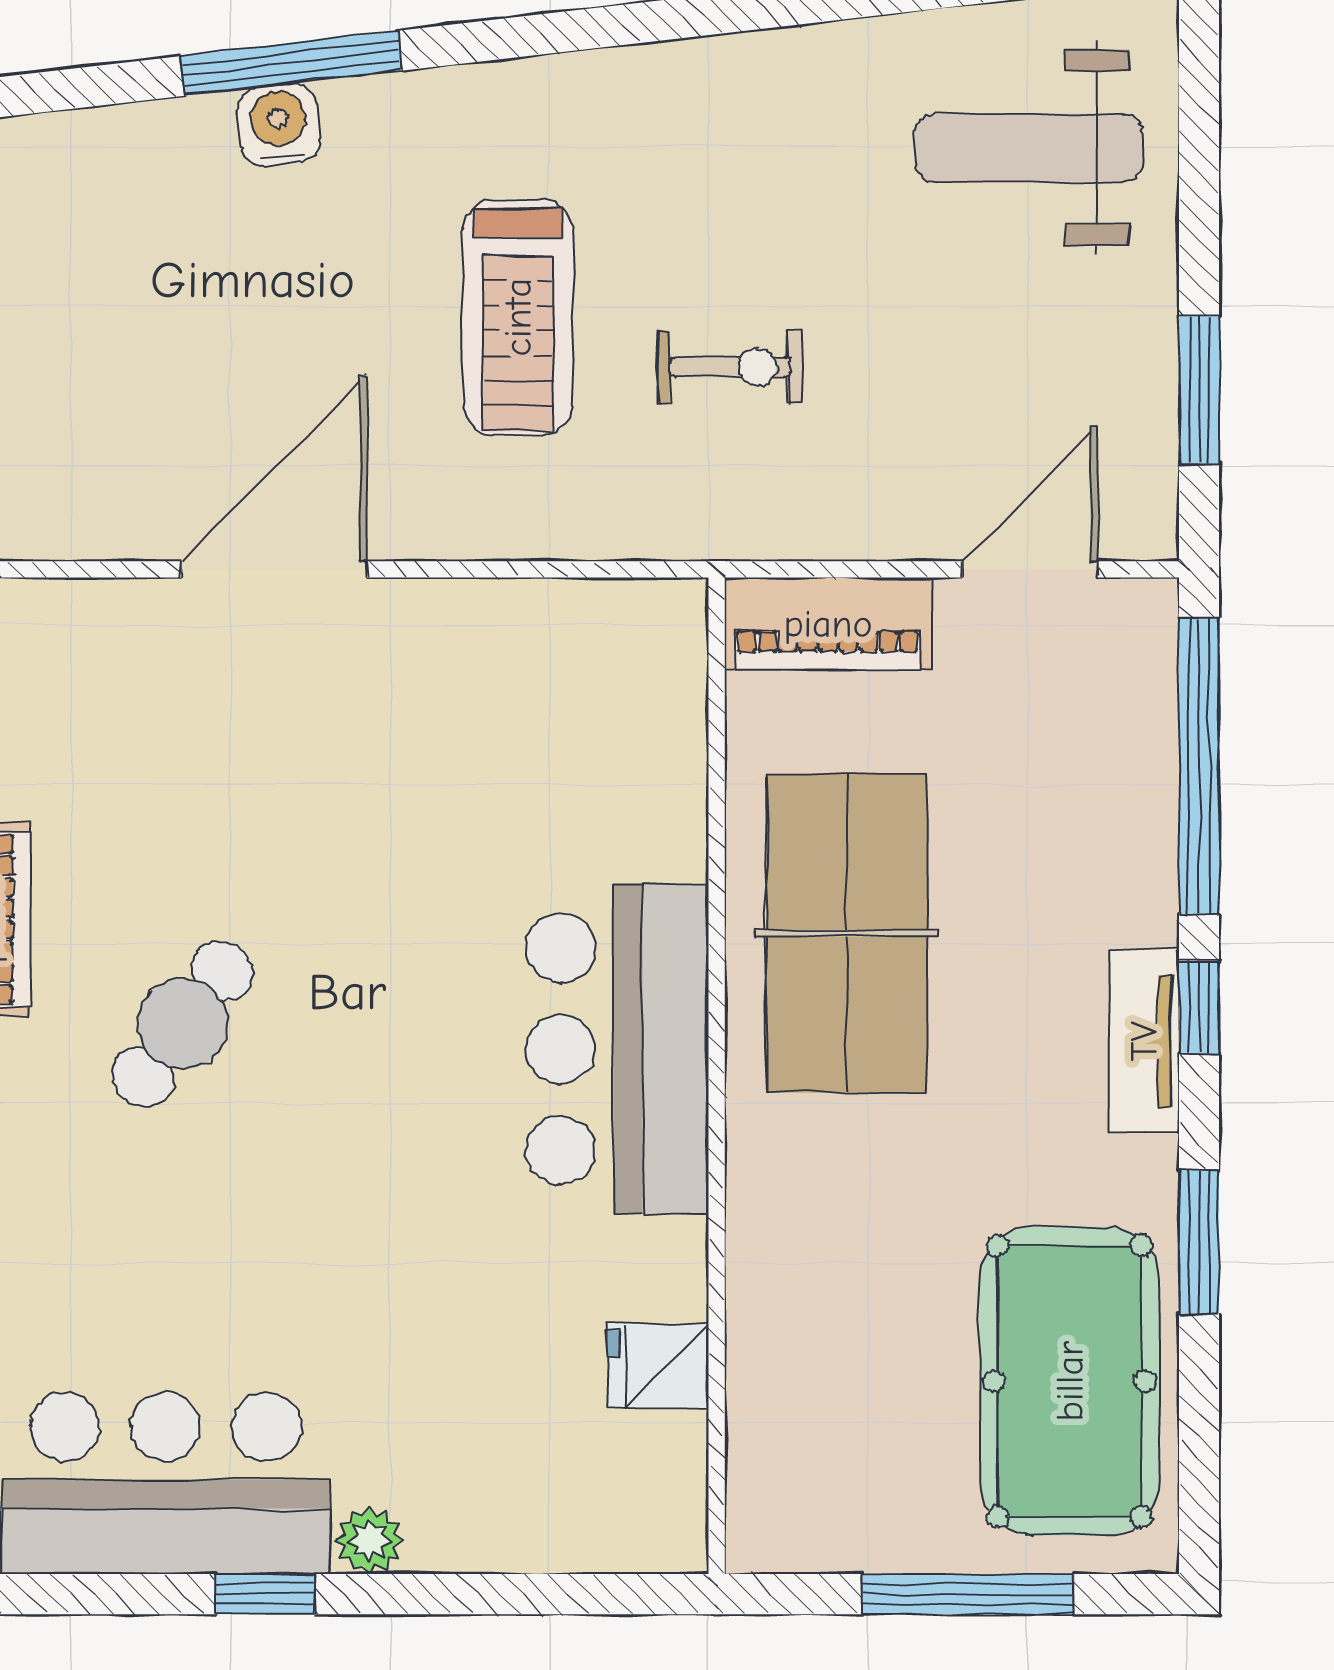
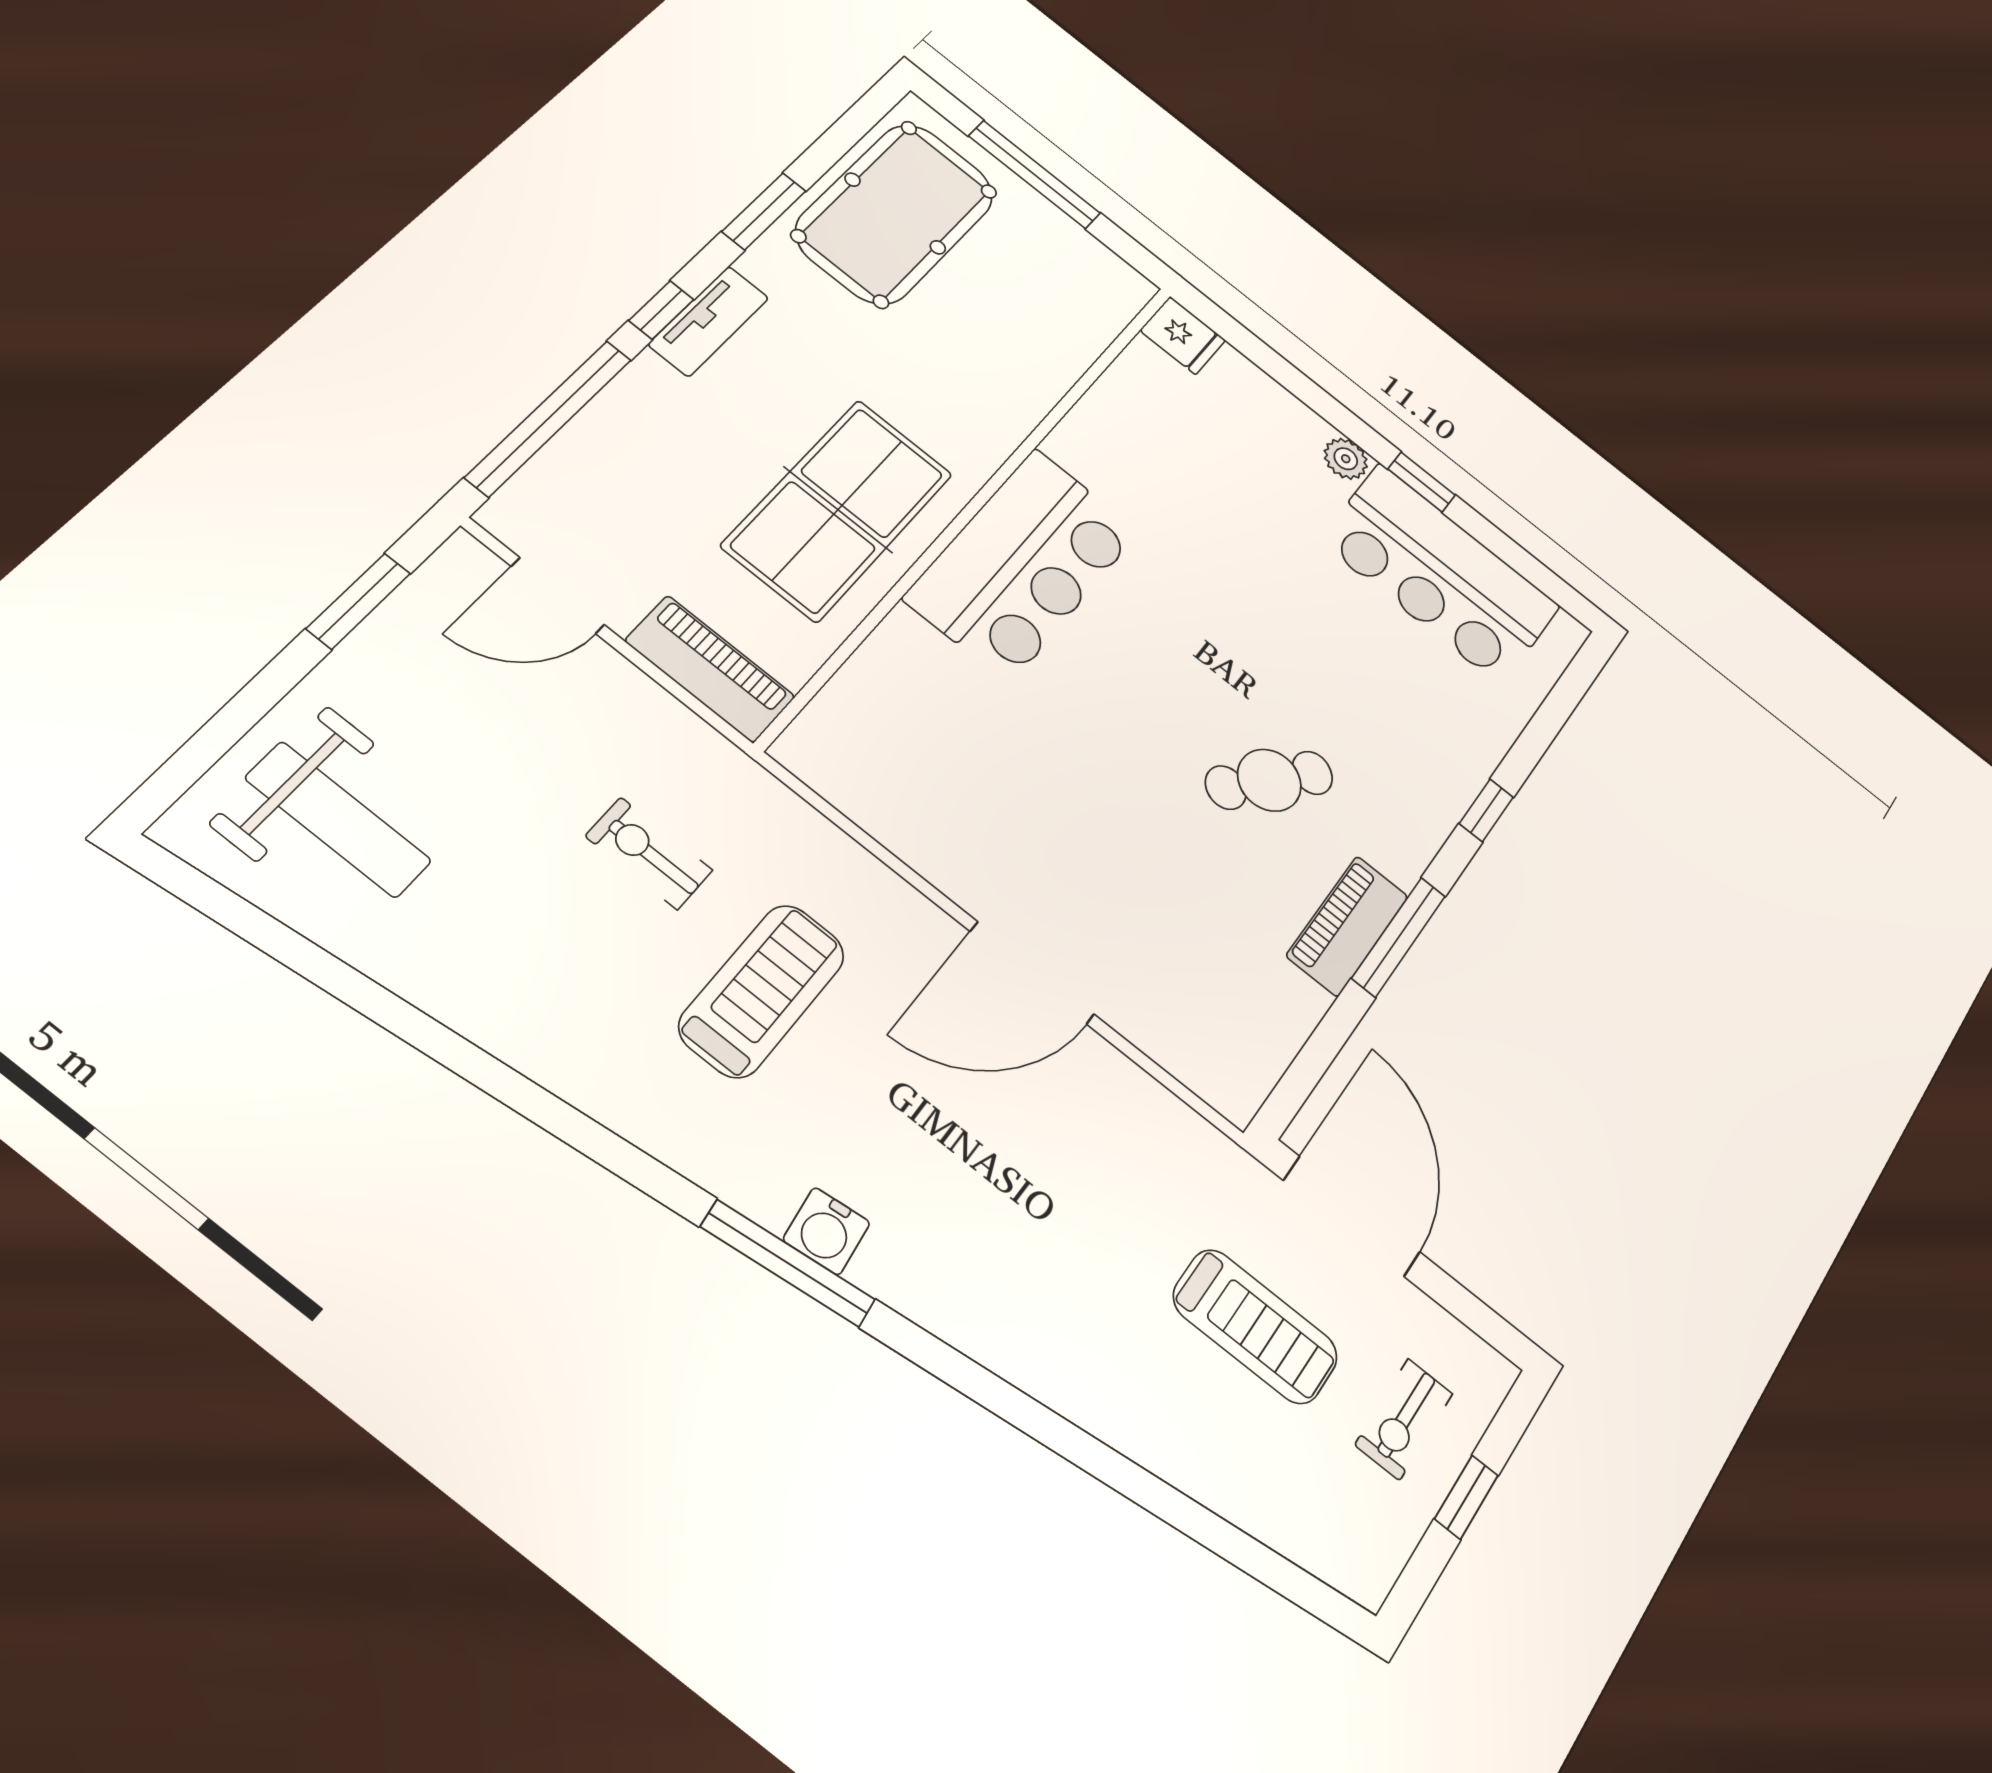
fridge: (658, 1366) -> (1183, 335), moved

